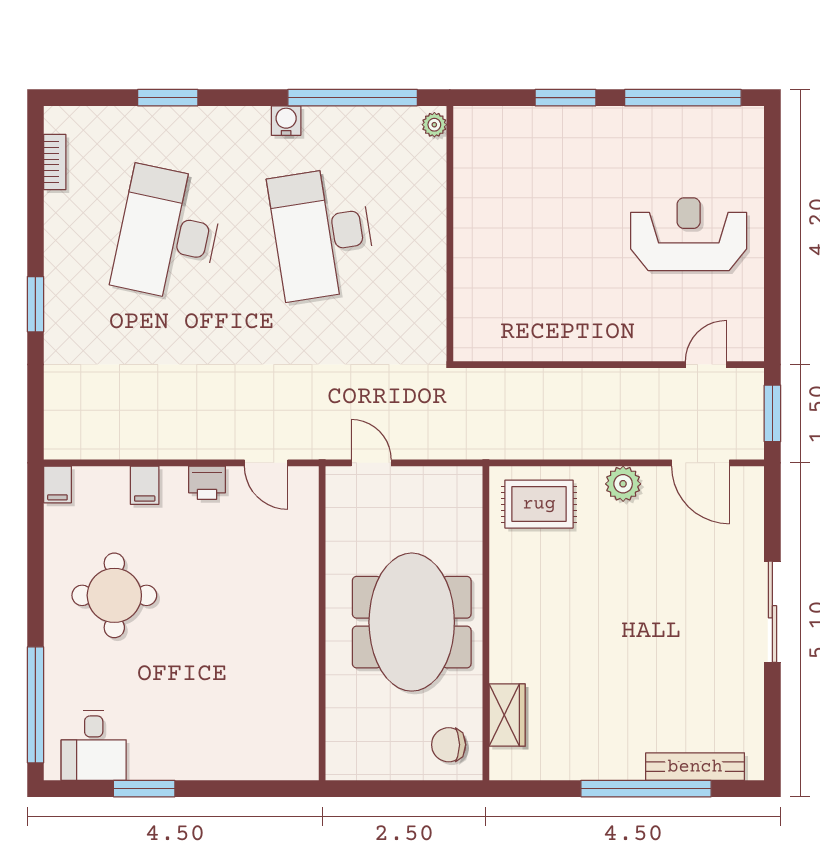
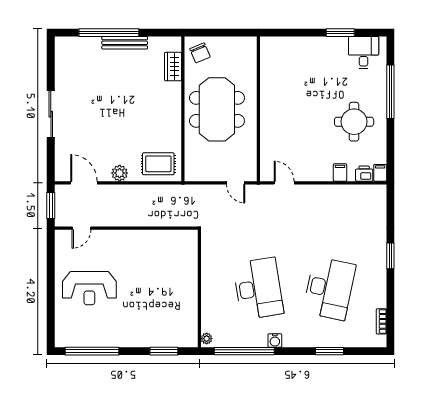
window: (565, 98) -> (164, 351), moved
printer: (207, 483) -> (364, 174), moved
window: (35, 705) -> (390, 92), moved
chair: (449, 745) -> (200, 53), turned 67
bench: (695, 767) -> (125, 43), moved

